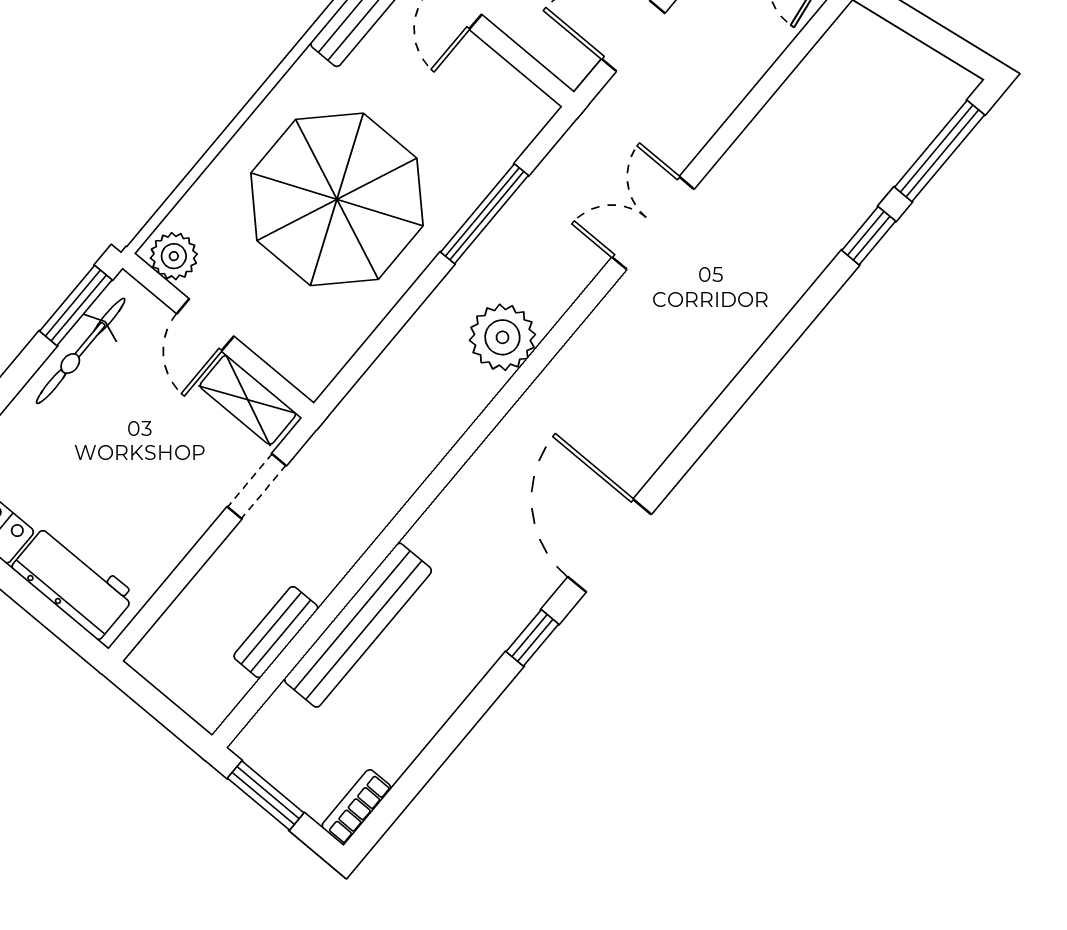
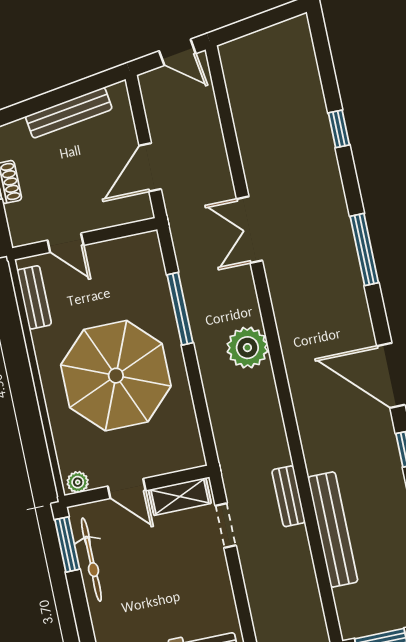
window: (940, 151) -> (364, 250), moved
plant: (174, 256) -> (78, 482), width x0.73, depth x0.73
bench: (276, 632) -> (288, 496), moved

